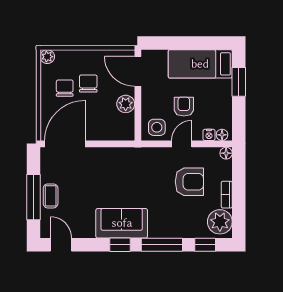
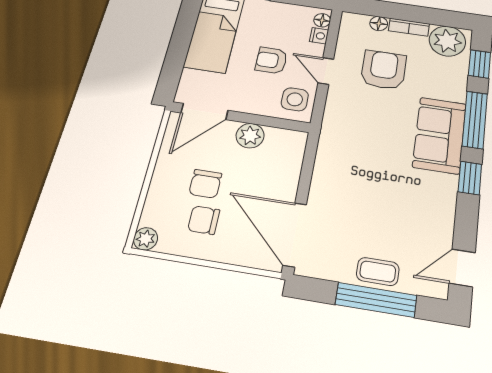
chair: (88, 84) -> (205, 184), turned -90
floor lamp: (226, 153) -> (379, 24), moved
sofa: (122, 223) -> (440, 135), moved

